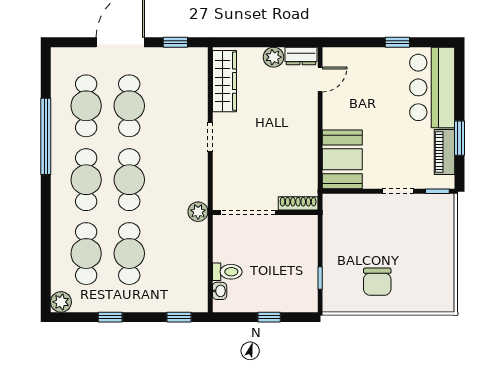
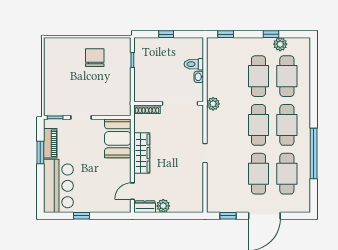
wardrobe: (224, 81) -> (142, 153), moved, turned 180
washbasin: (220, 291) -> (199, 77), moved
plant: (61, 302) -> (280, 44), moved

